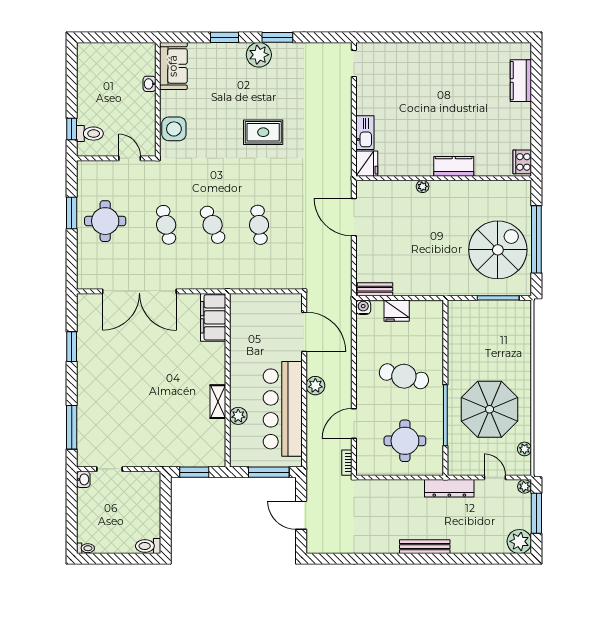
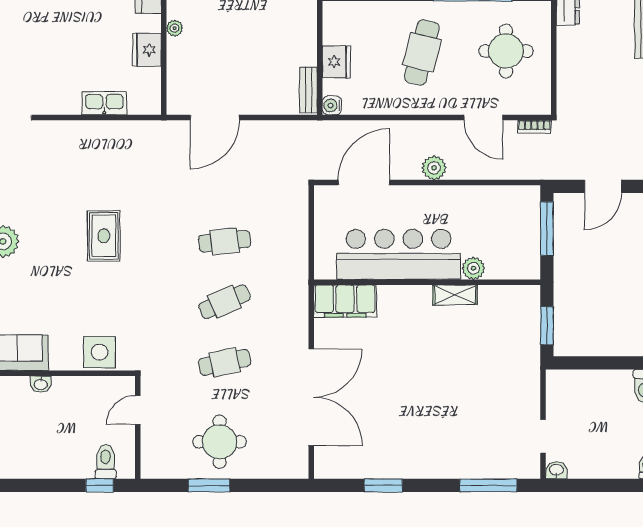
fridge: (367, 164) -> (147, 50), moved, turned -90
bar counter: (283, 409) -> (399, 254), moved, turned 180

